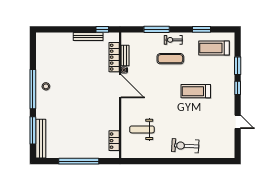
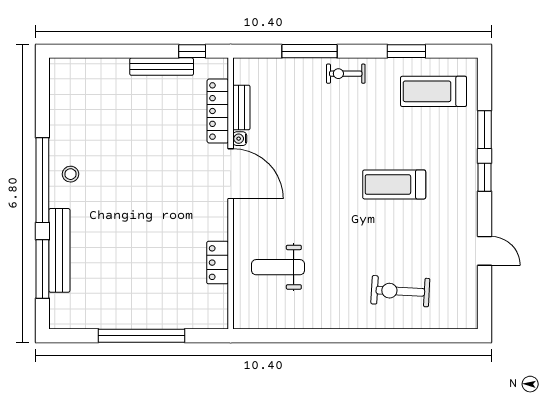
exercise mat: (170, 59) -> (339, 114), removed
bench: (41, 139) -> (59, 250), moved
locker: (114, 141) -> (218, 263), moved
exercise bike: (185, 146) -> (400, 291), moved

